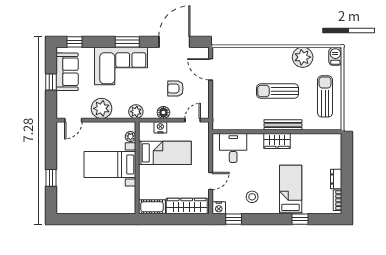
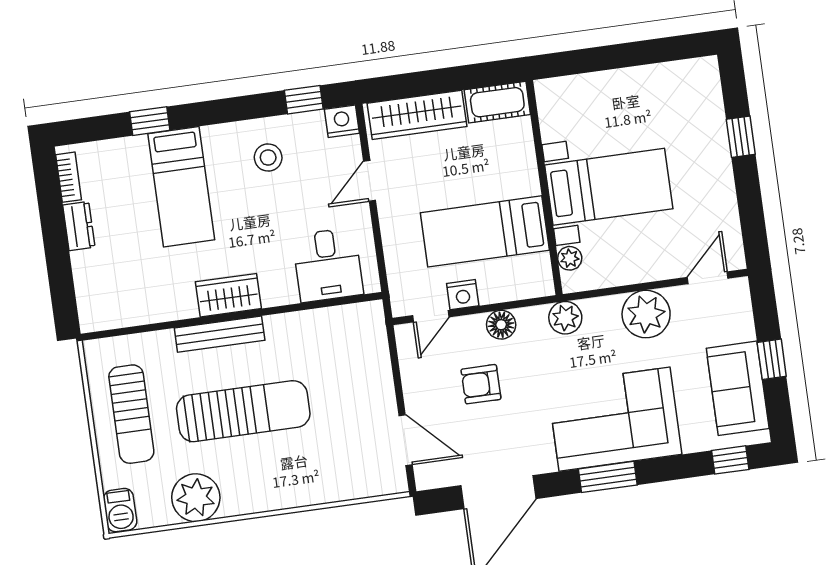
armchair: (175, 88) -> (481, 384), turned 180
sun lounger: (278, 91) -> (243, 411), width x1.36, depth x1.34
nightstand: (160, 127) -> (463, 295), moved

